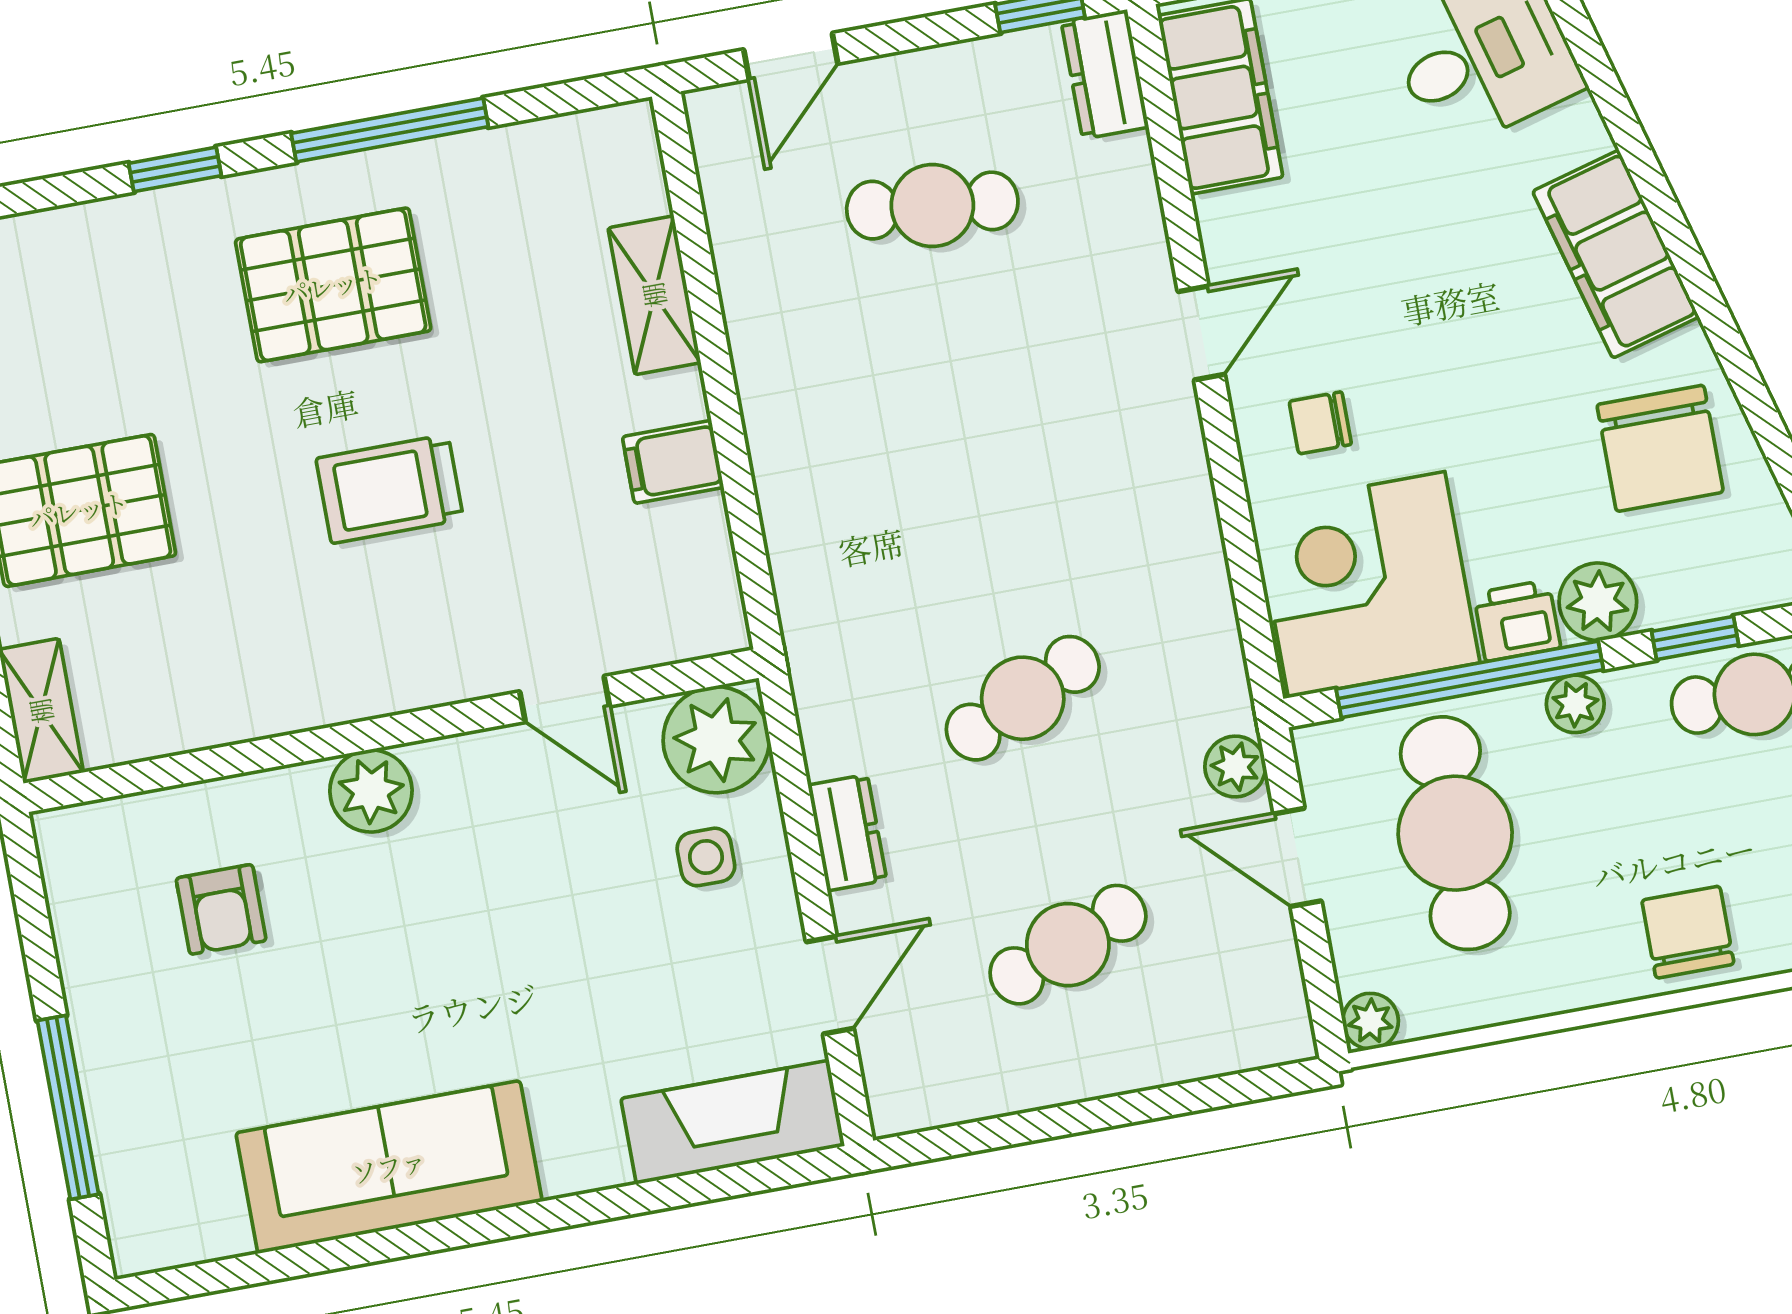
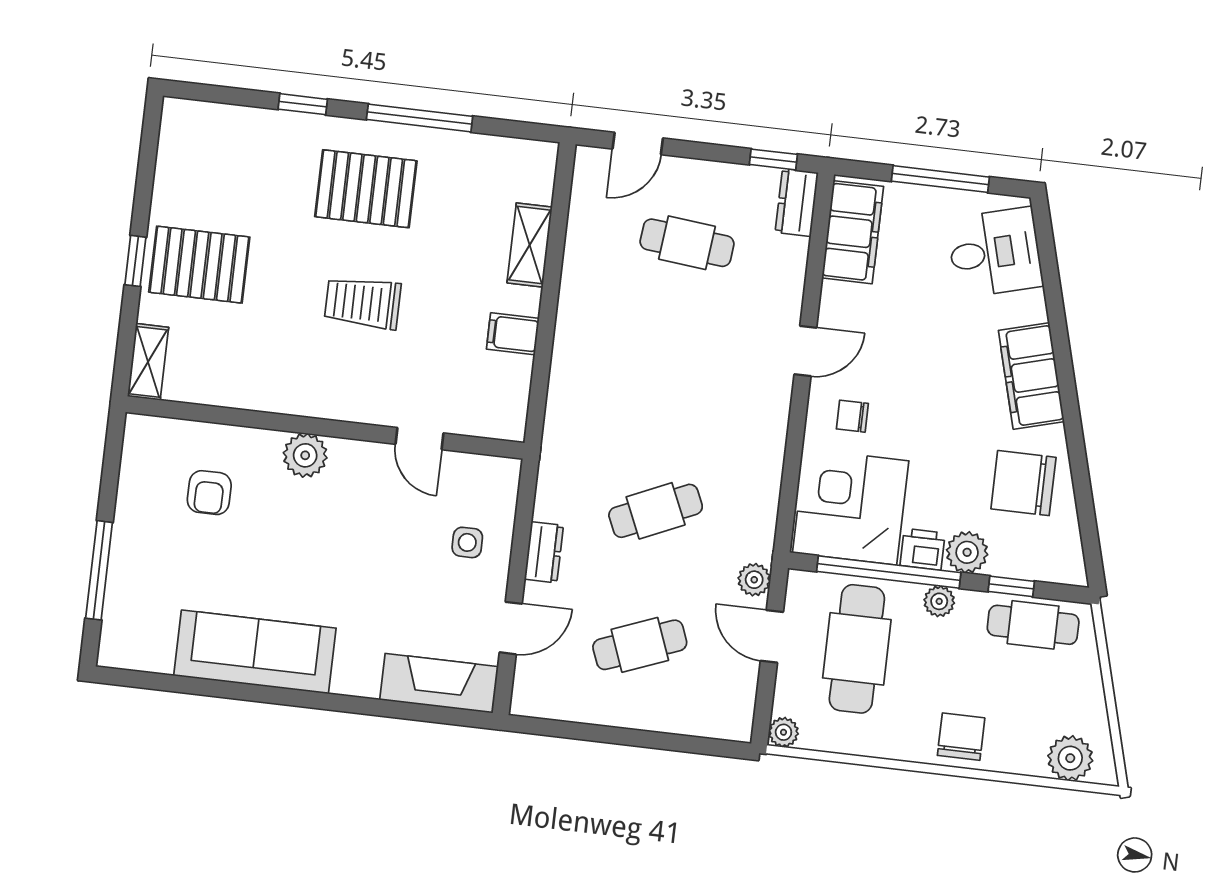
chair: (1660, 448) -> (1023, 483), turned 90
plant: (716, 740) -> (491, 484), removed

